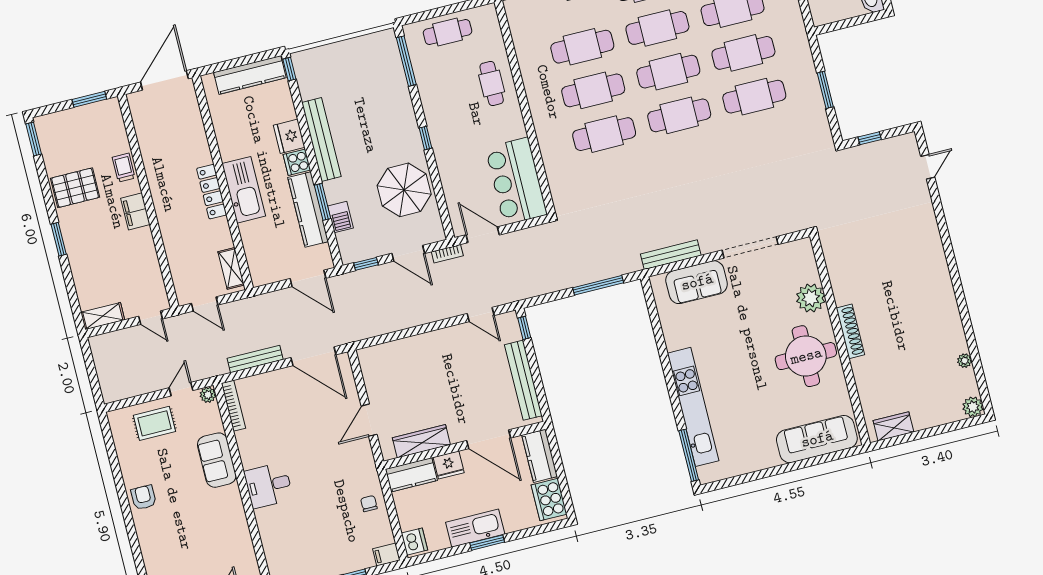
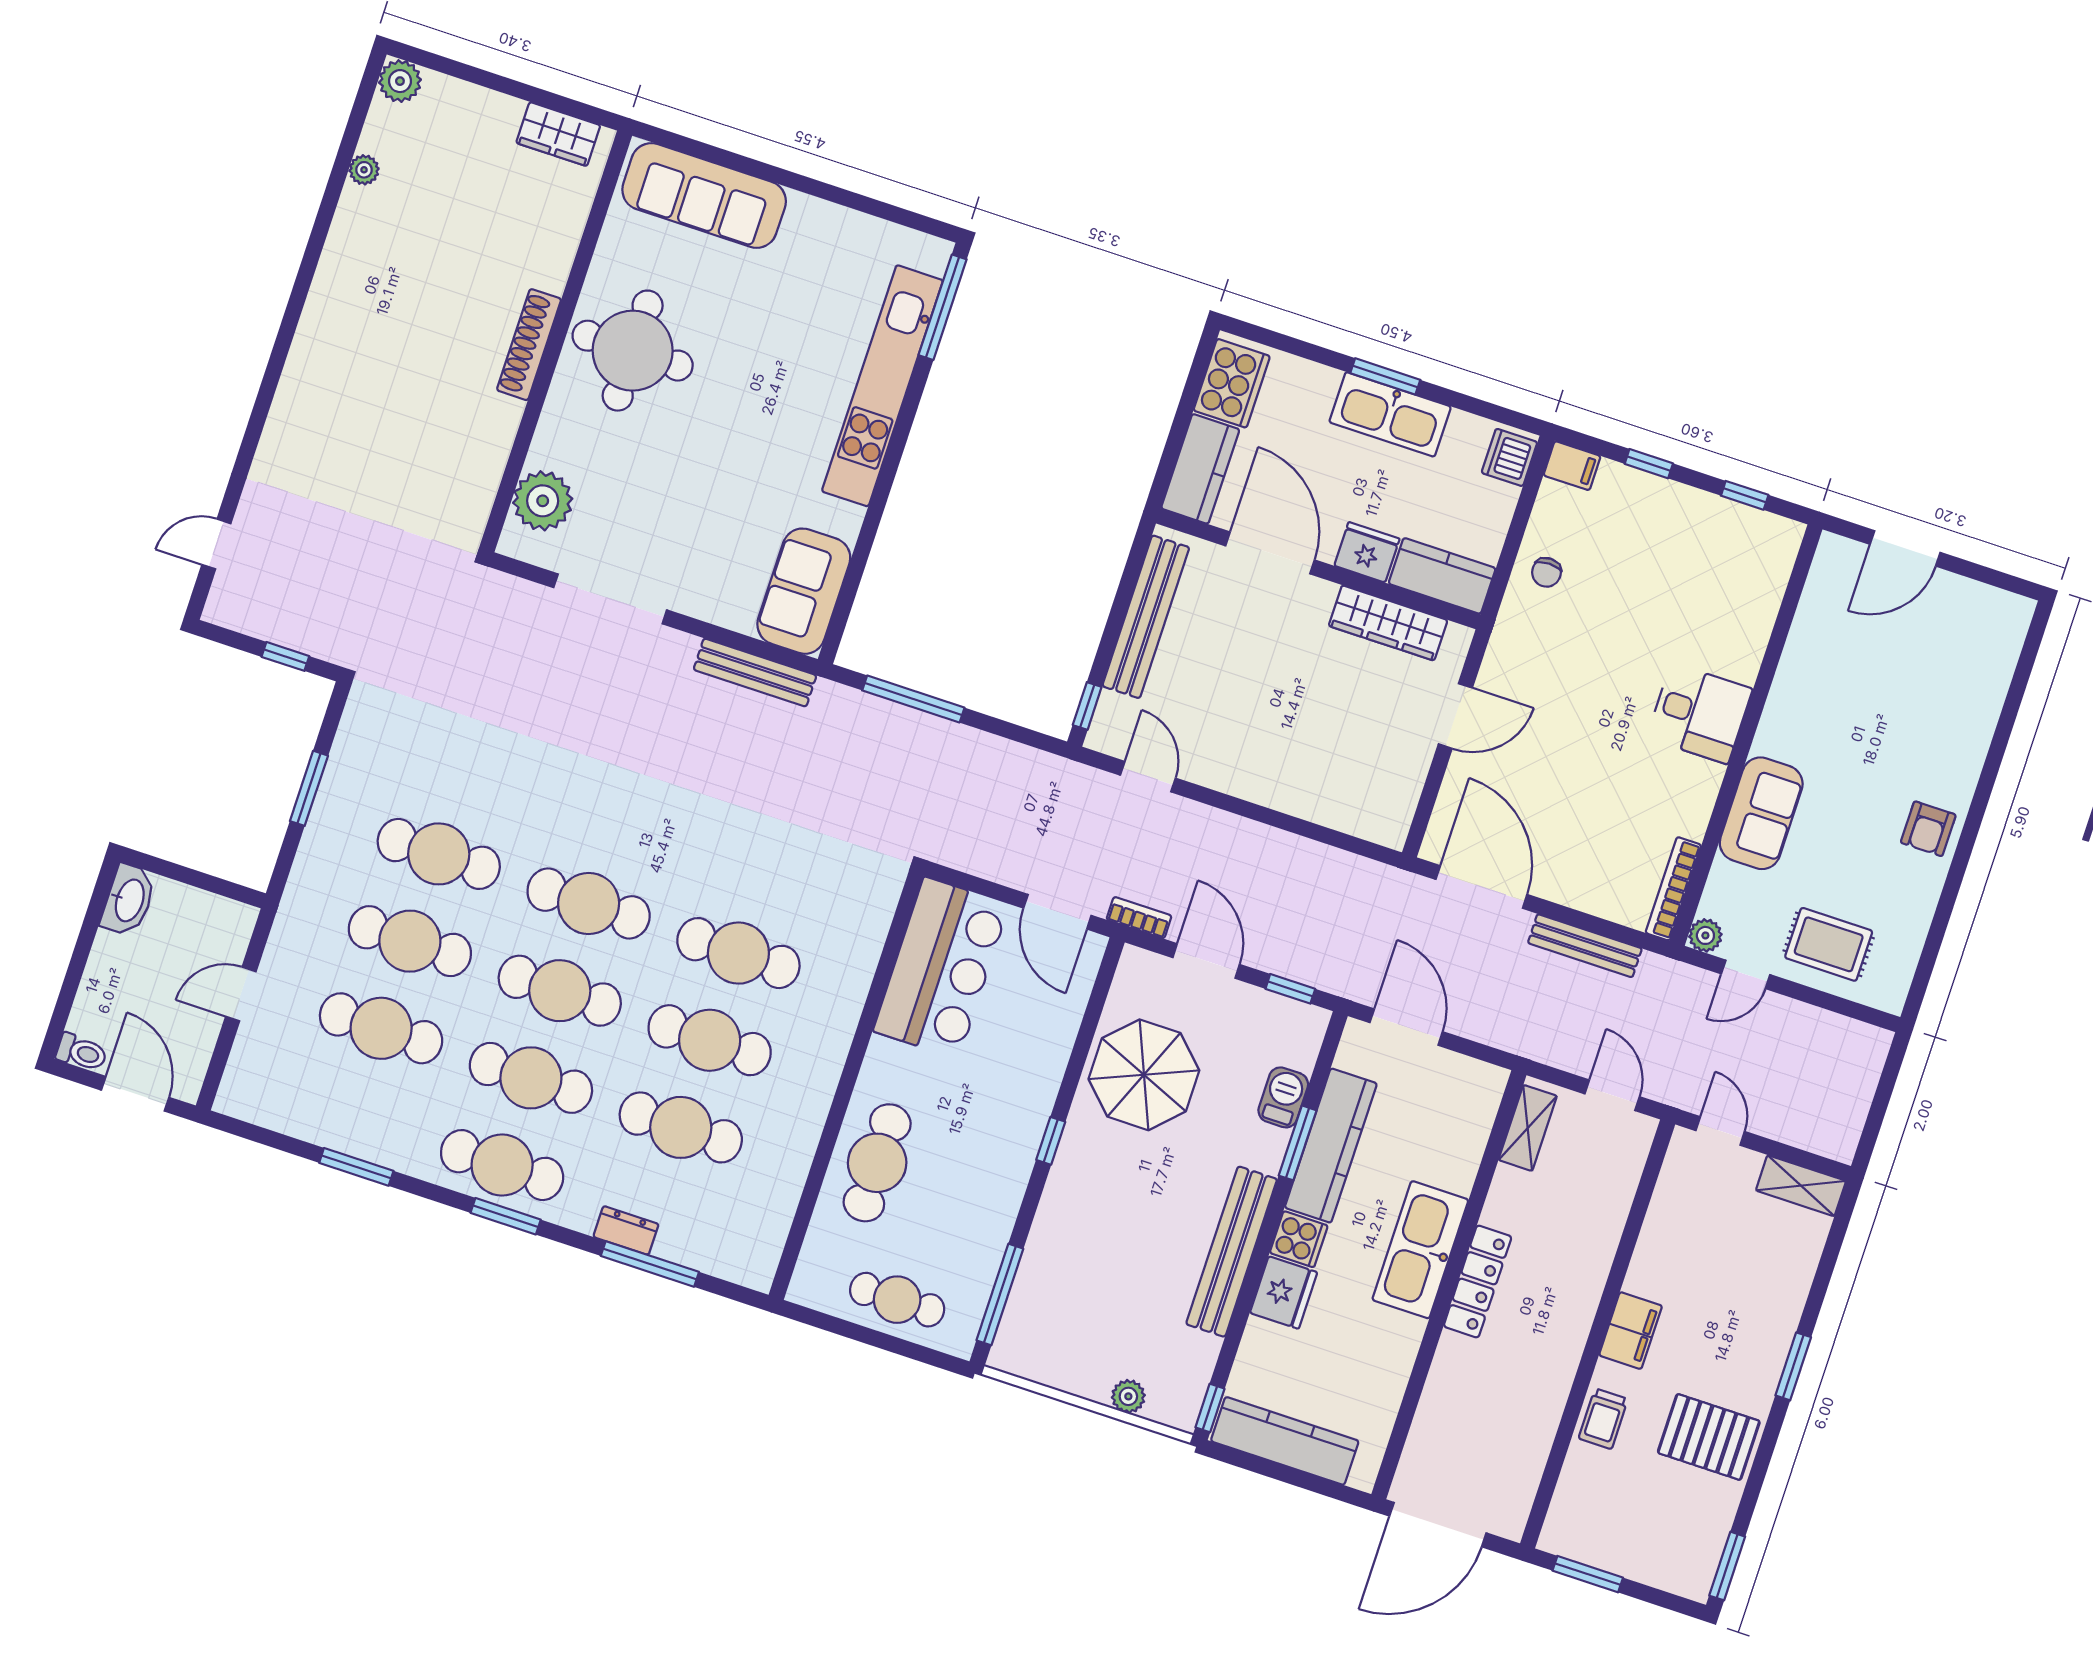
plant: (326, 52) -> (1128, 1396), added
cafe table: (492, 83) -> (877, 1163), width x1.37, depth x1.35
sofa: (697, 282) -> (804, 591), moved, turned -90
plant: (811, 298) -> (543, 501), moved

